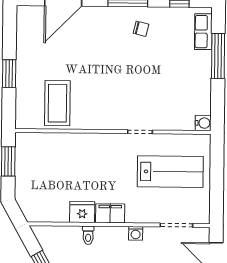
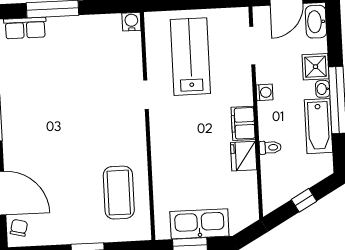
chair: (141, 29) -> (19, 228), moved
coffee table: (57, 103) -> (119, 193), turned 90
kitchen sink: (26, 171) -> (199, 224), added

